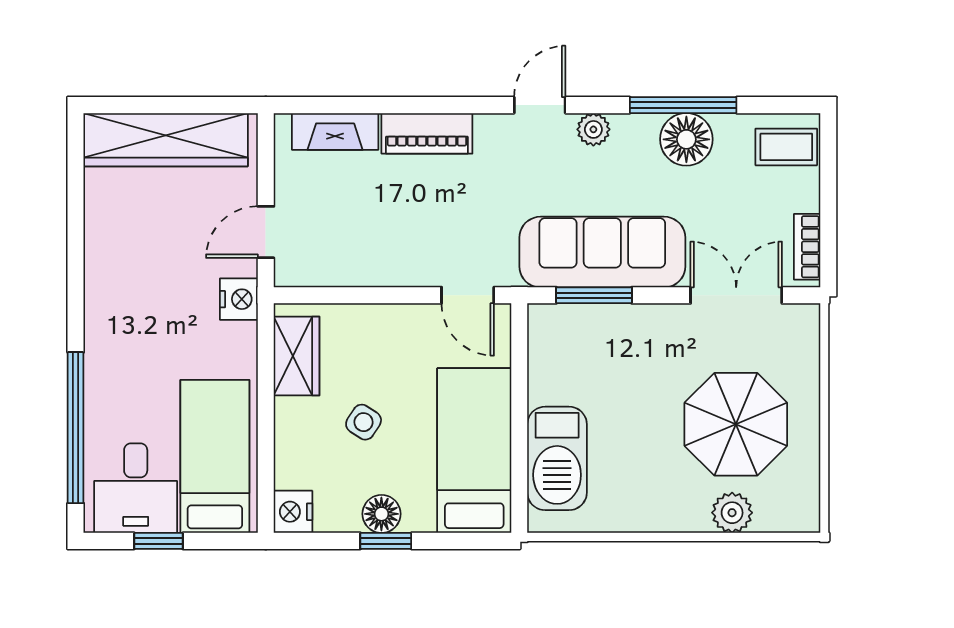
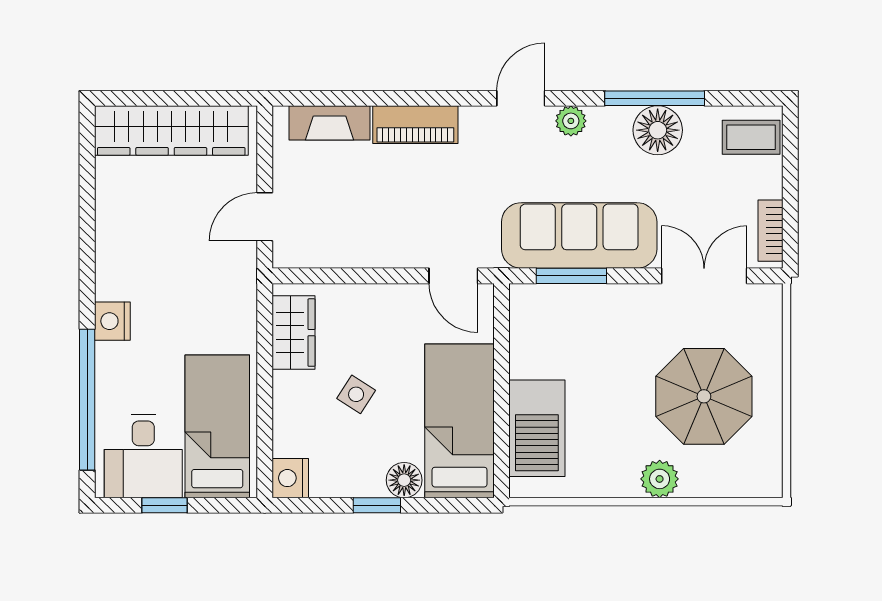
nightstand: (239, 299) -> (112, 321), moved, turned 180
plant: (732, 513) -> (660, 479), moved
floor lamp: (381, 514) -> (404, 480), moved

